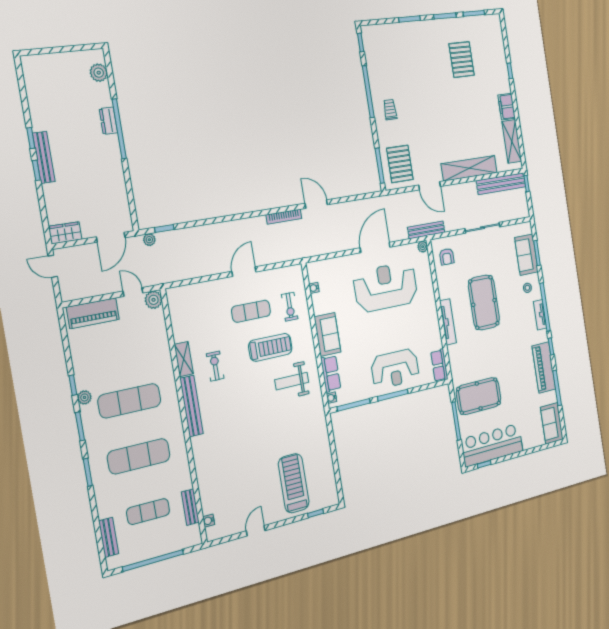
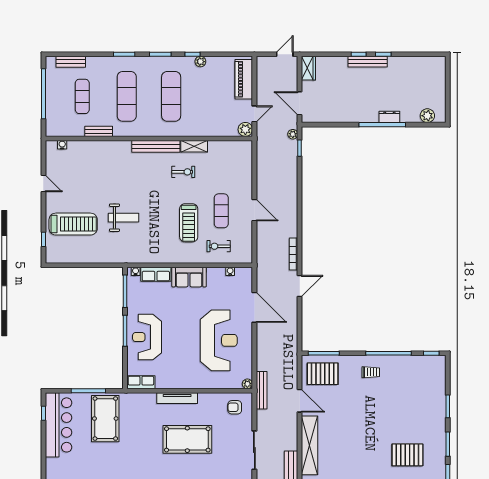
door: (430, 186) -> (300, 401), swing flipped
door: (375, 247) -> (254, 307), moved
weight bench: (292, 381) -> (124, 218), moved, turned 90
plant: (84, 397) -> (200, 62), moved
bench: (190, 507) -> (99, 131), moved

